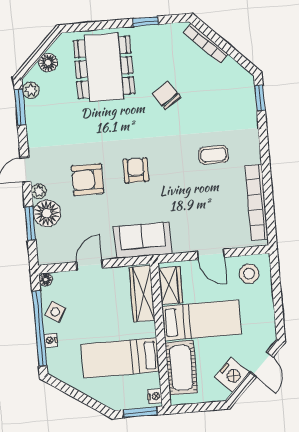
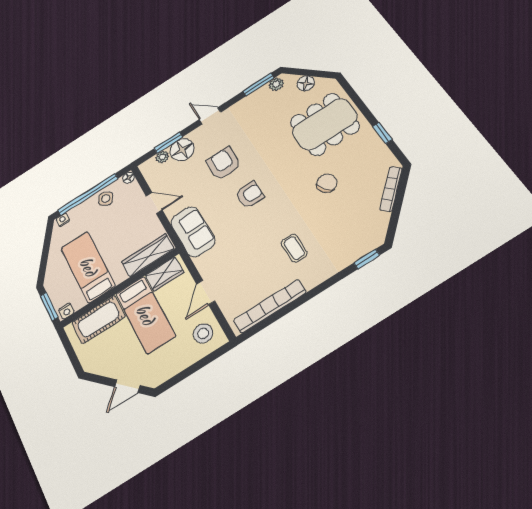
plant: (39, 191) -> (162, 157), moved
nightstand: (51, 340) -> (63, 220), moved
nightstand: (232, 375) -> (108, 365), removed

